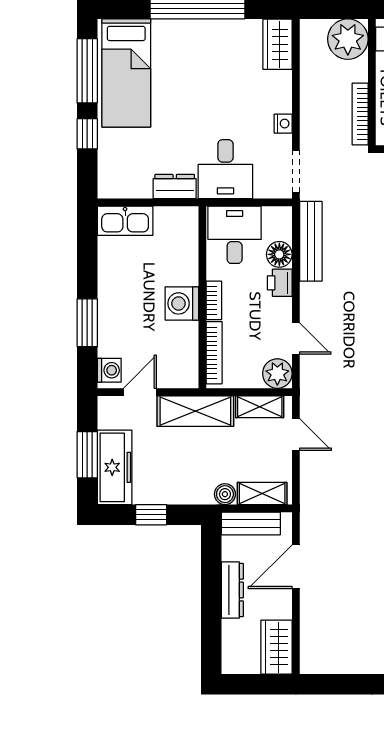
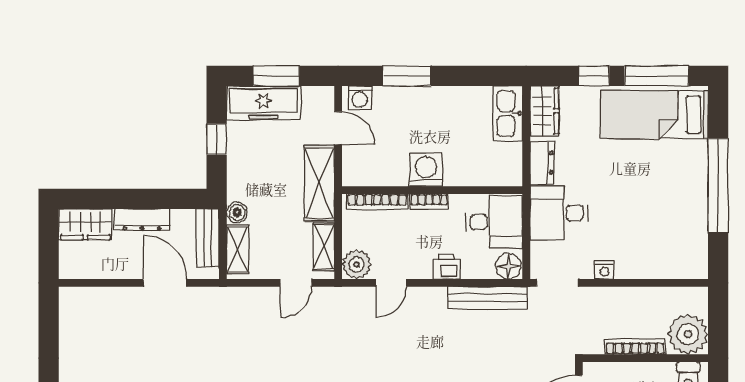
wardrobe: (278, 44) -> (544, 111), moved, turned 90
bookcase: (360, 114) -> (635, 346), moved
floor lamp: (279, 254) -> (508, 266), moved
wardrobe: (276, 647) -> (85, 224), moved, turned 180

